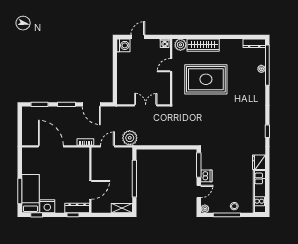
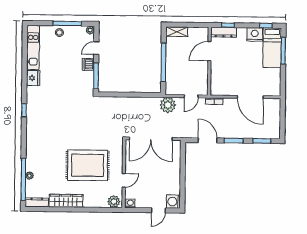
wardrobe: (203, 45) -> (66, 201), moved
double door: (146, 105) -> (151, 139), width x1.87

